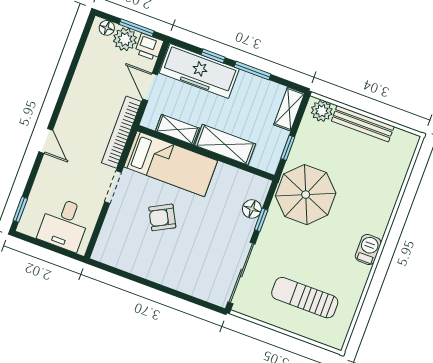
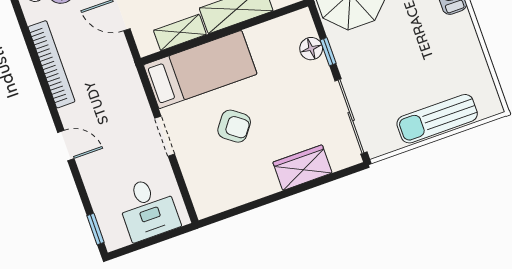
bookcase: (121, 132) -> (51, 64), moved, turned 180
armchair: (162, 217) -> (234, 126), turned -115
wardrobe: (184, 280) -> (302, 168), added
sun lounger: (305, 298) -> (437, 119), moved

